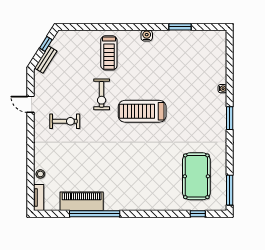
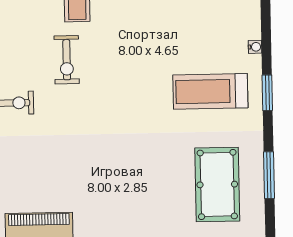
treadmill: (142, 111) -> (210, 91), moved
window: (230, 190) -> (269, 175), moved

